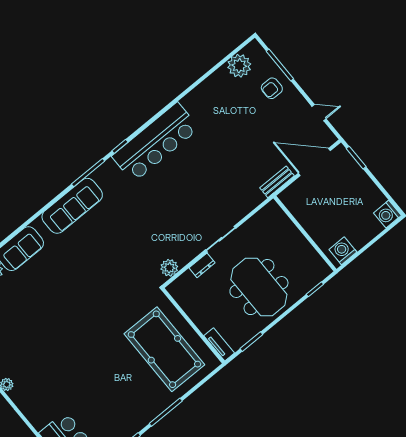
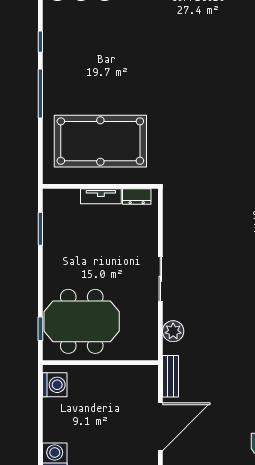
dresser: (202, 265) -> (137, 196), moved, turned -90
plant: (169, 268) -> (173, 331), moved
meeting table: (259, 287) -> (82, 321), moved
tv unit: (219, 344) -> (101, 196), moved

